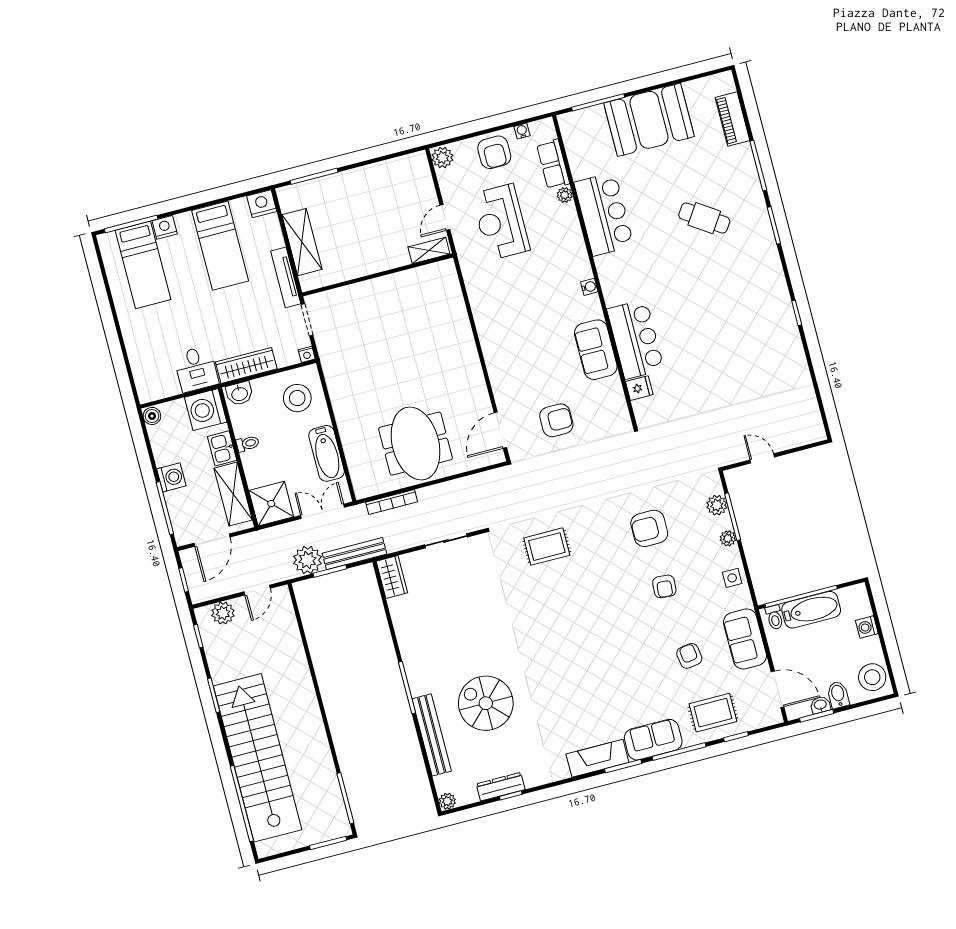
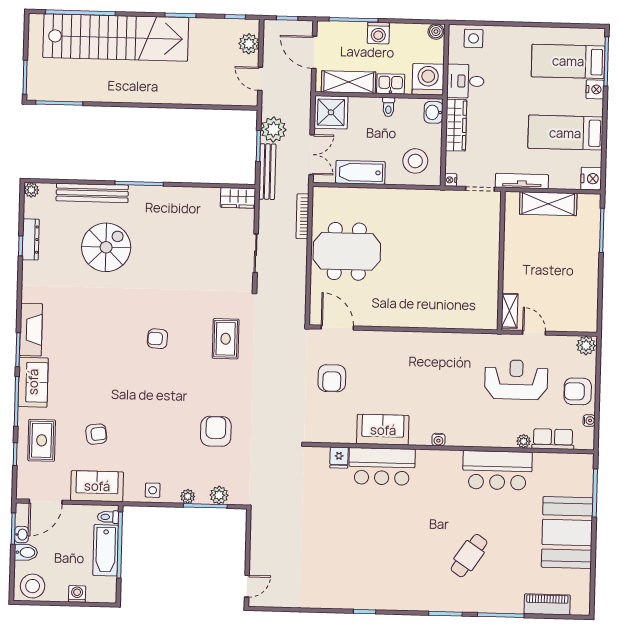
side table: (148, 373) -> (474, 38), added
door: (762, 458) -> (247, 586), moved
armchair: (664, 586) -> (157, 339), moved

